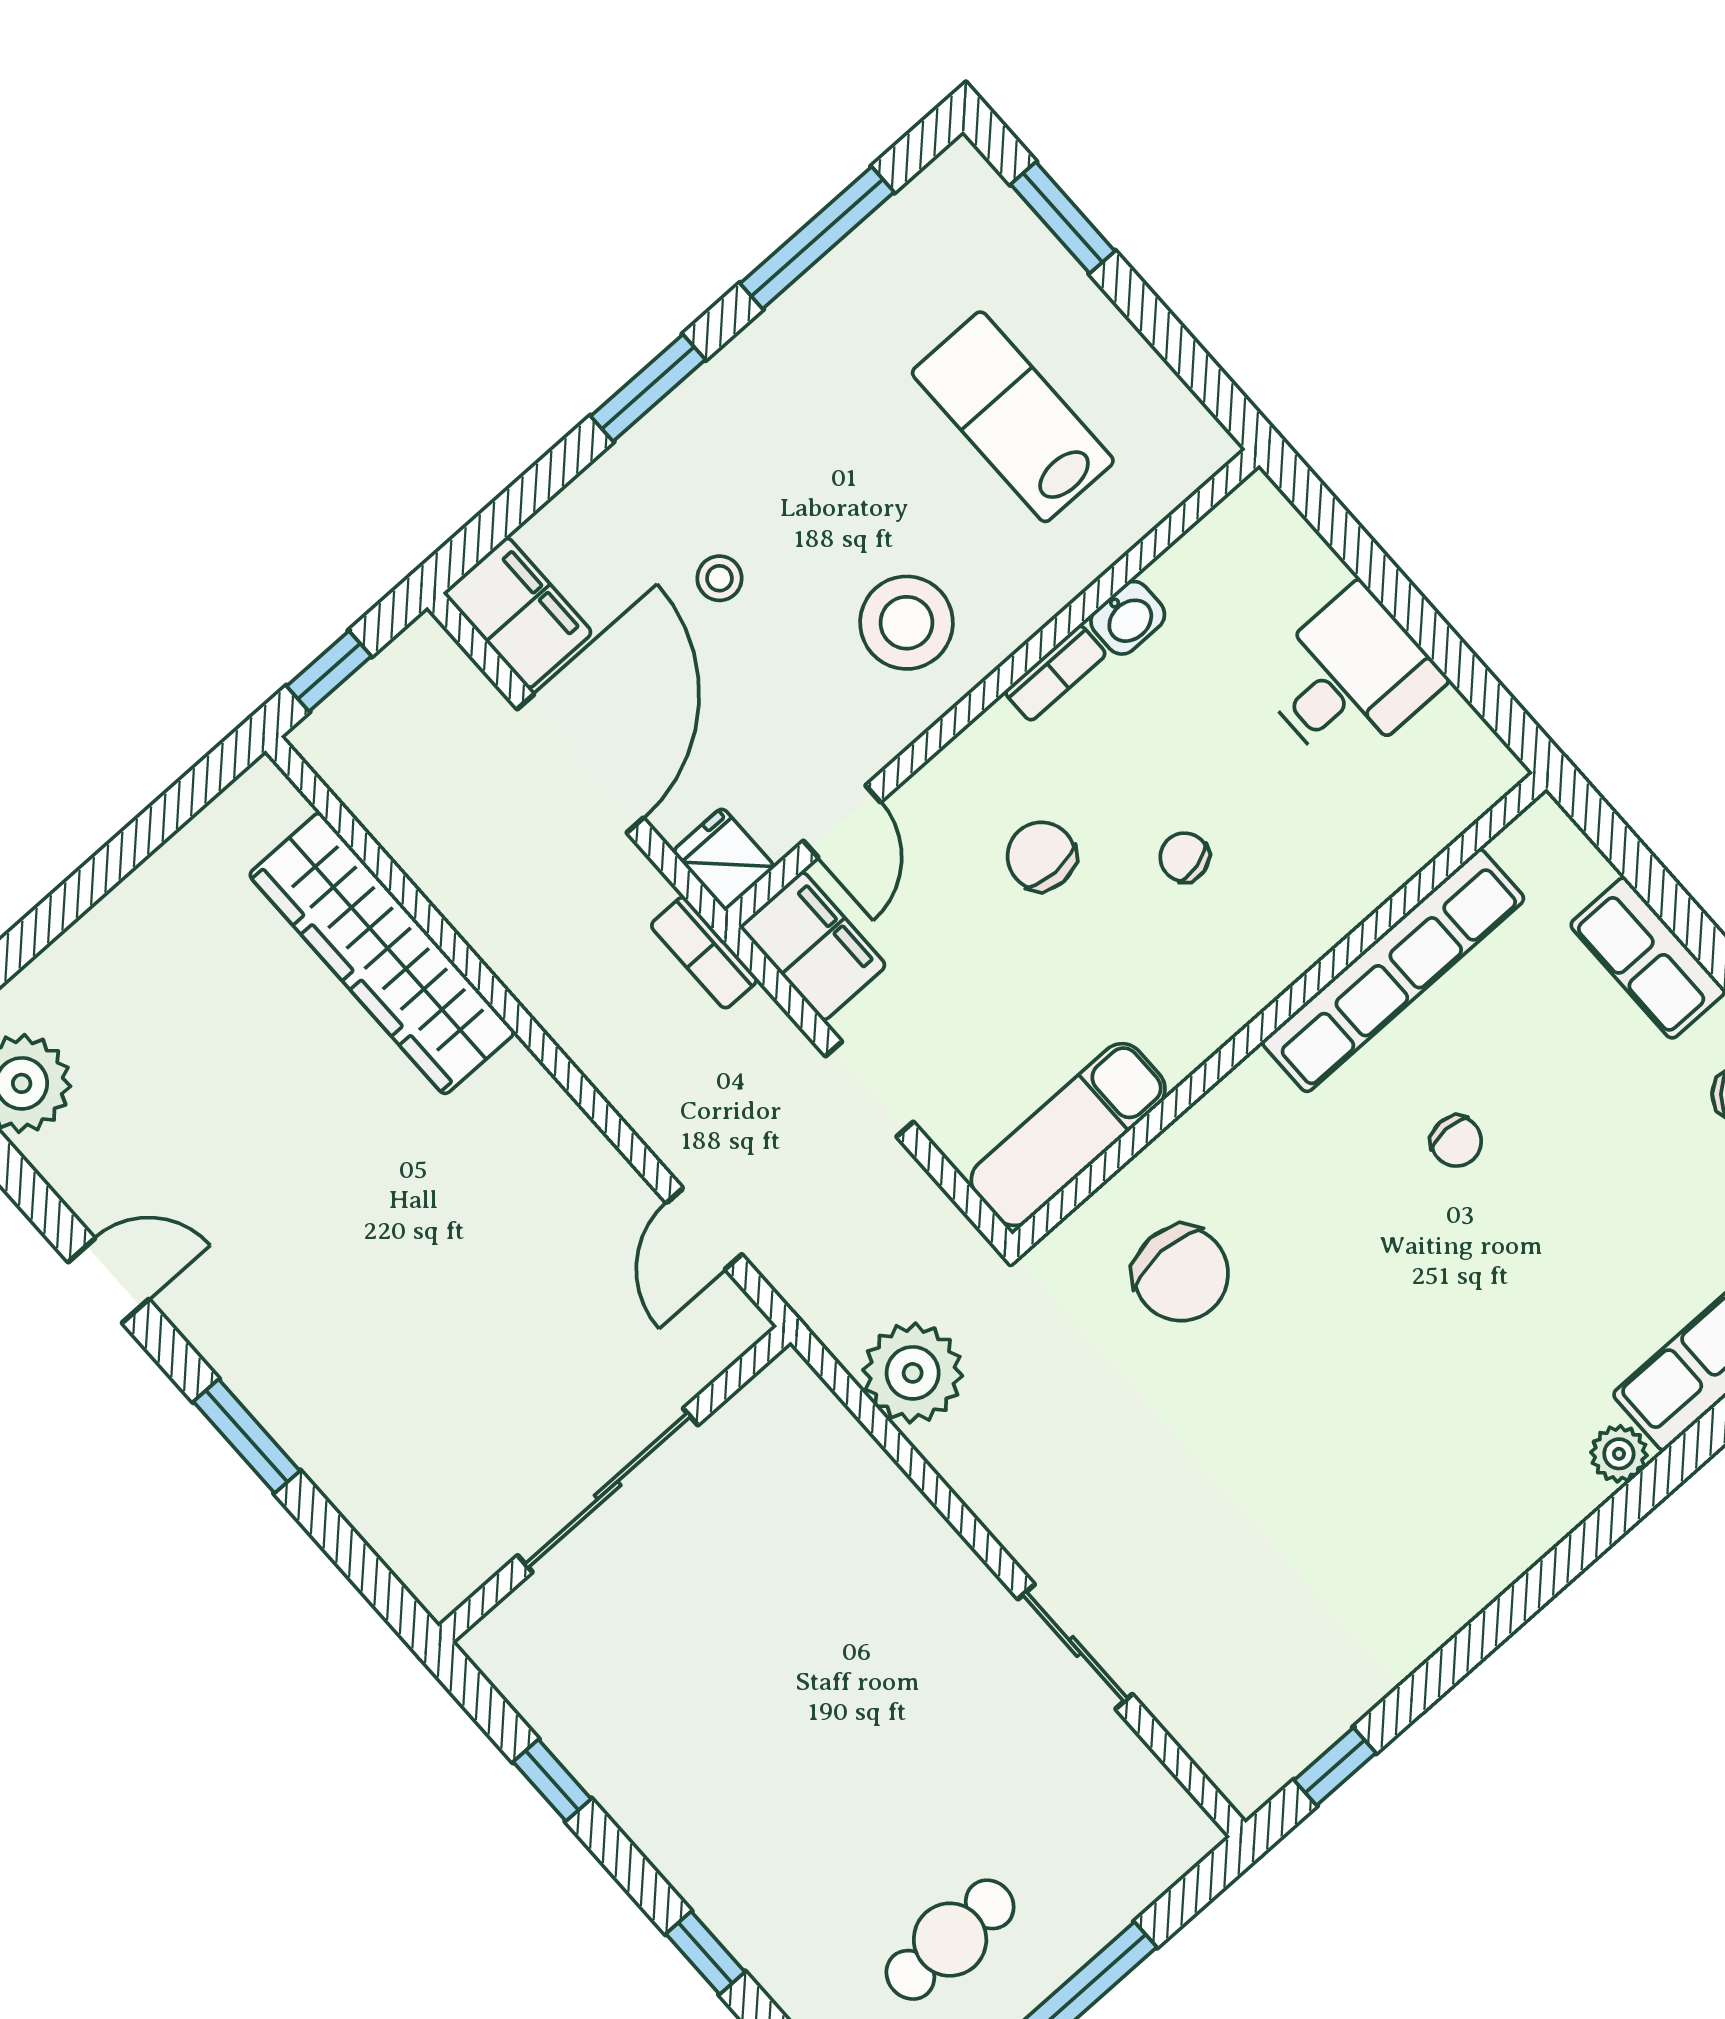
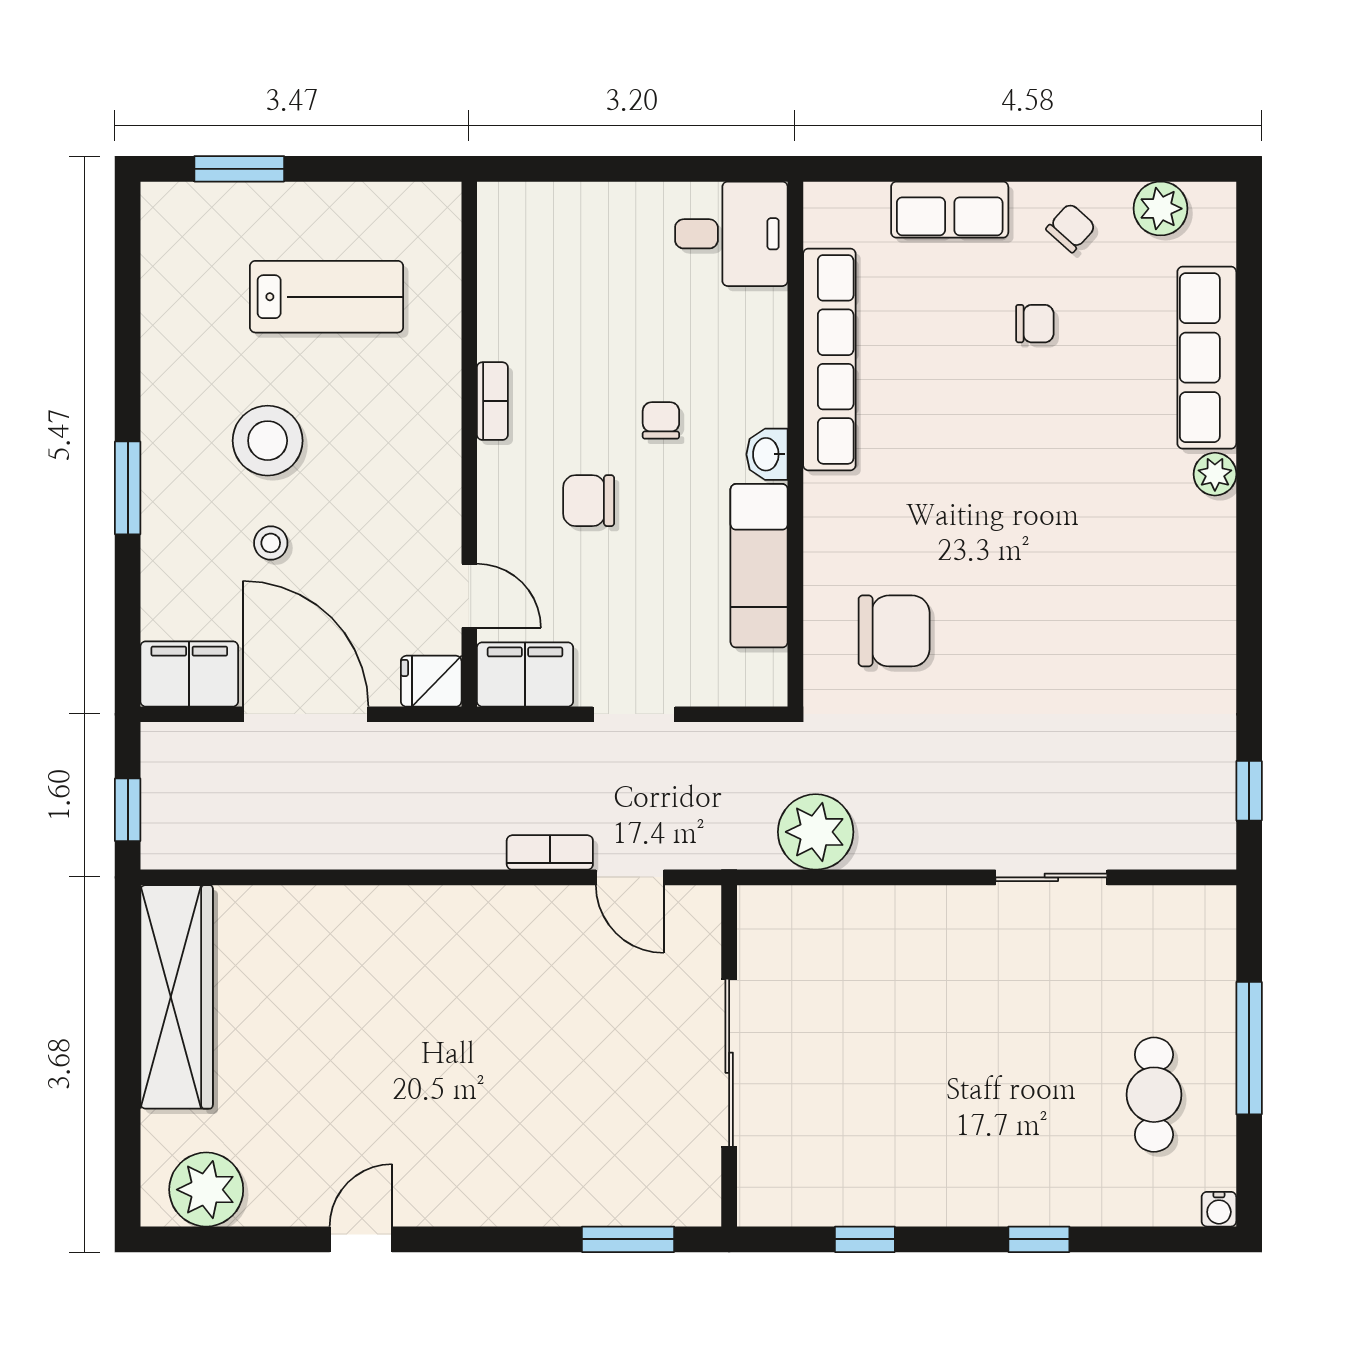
window: (817, 238) -> (128, 317), removed
lab bench: (1013, 417) -> (327, 297), turned 180
washbasin: (1128, 618) -> (767, 454), moved, turned 180
stool: (906, 623) -> (268, 441), moved
desk: (1349, 678) -> (731, 234), moved, turned 90
chair: (1184, 857) -> (661, 420), turned 104
wardrobe: (382, 953) -> (177, 997), moved, turned -90
bookcase: (704, 953) -> (550, 852), moved, turned 180
exam couch: (1068, 1135) -> (759, 566), moved
chair: (1456, 1141) -> (1035, 324), moved
window: (247, 1436) -> (628, 1239), moved

